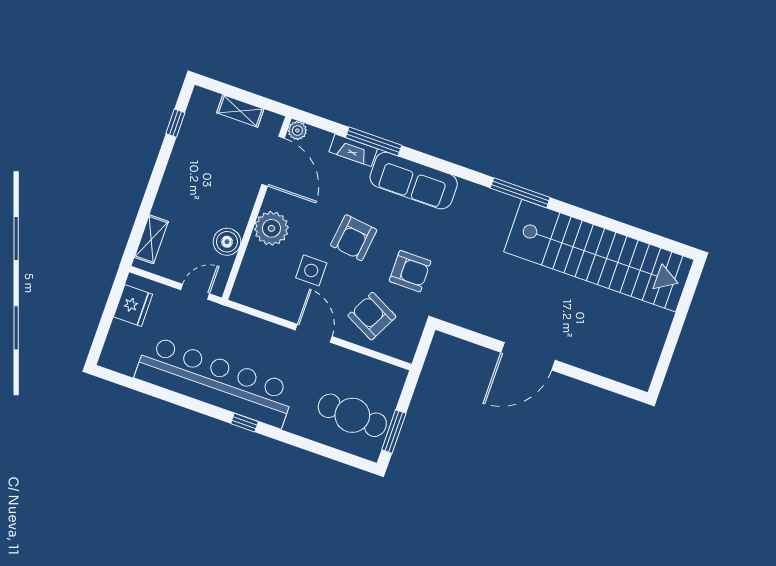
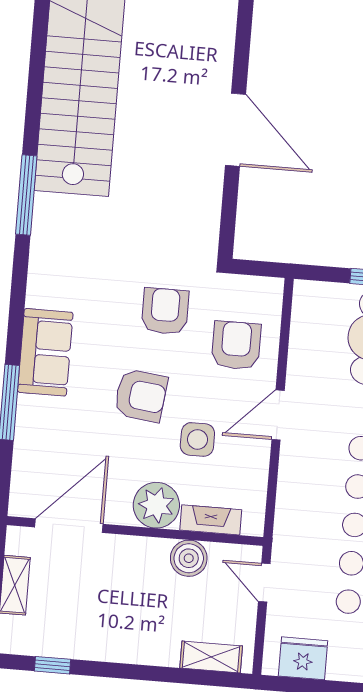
plant: (297, 130) -> (21, 505), removed
fireplace: (353, 150) -> (211, 520), moved, turned -90
sofa: (414, 181) -> (45, 352), width x0.73
armchair: (372, 316) -> (236, 345), turned 153

